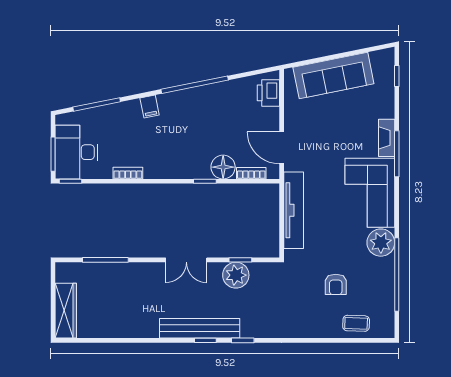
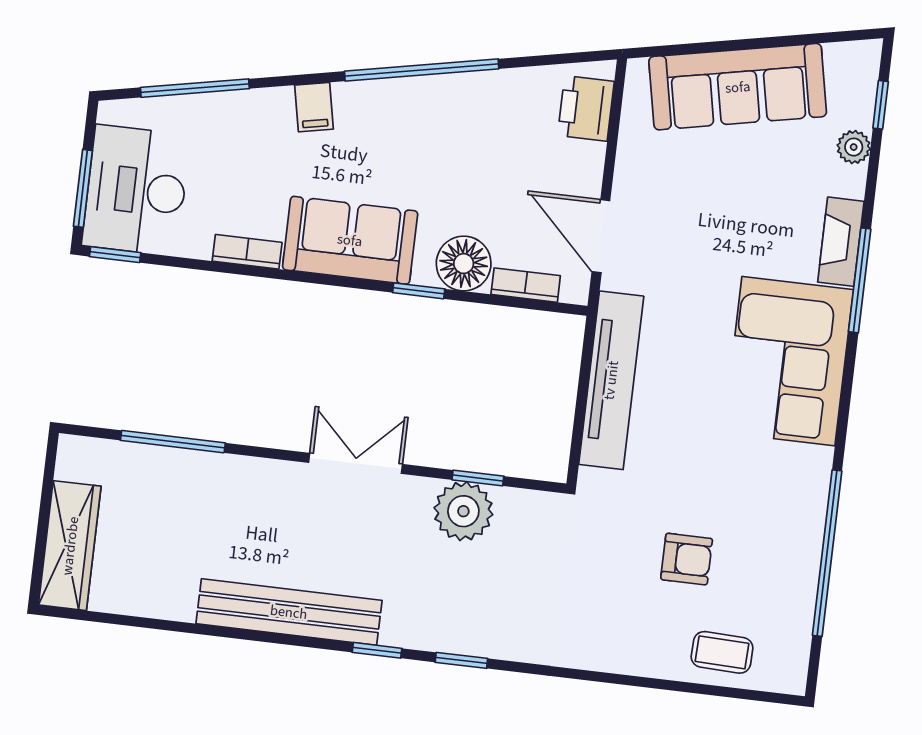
sofa: (172, 163) -> (350, 240), added
plant: (381, 243) -> (854, 147), moved, width x0.53, depth x0.53
double door: (186, 260) -> (356, 463), swing flipped
armchair: (336, 284) -> (687, 559), turned -90
bench: (200, 328) -> (289, 612), moved

